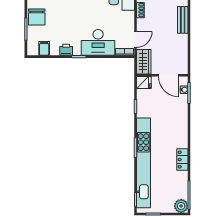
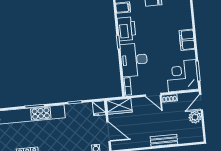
door: (135, 39) -> (153, 95), moved
printer: (66, 50) -> (126, 29), width x1.87, depth x1.48
door: (169, 75) -> (108, 132), swing flipped

